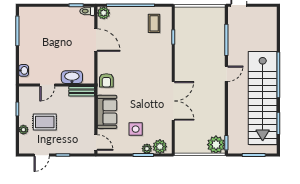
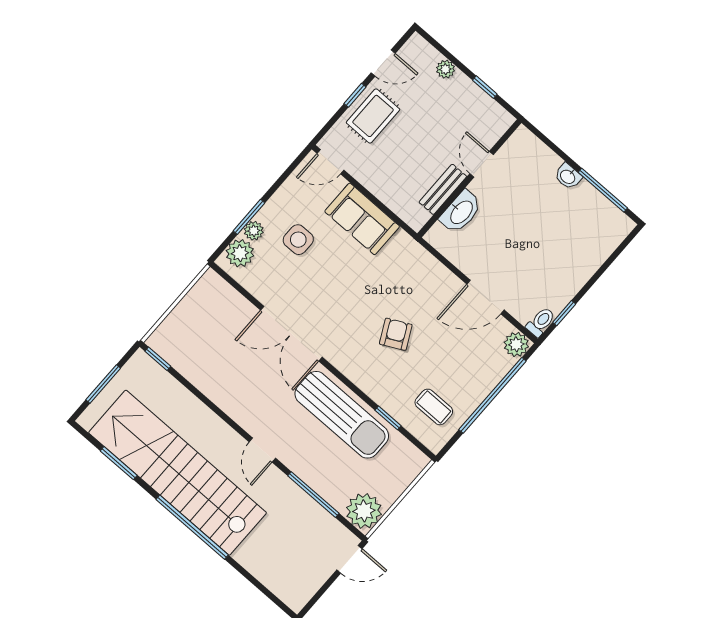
sun lounger: (187, 55) -> (342, 415), added
washbasin: (24, 70) -> (568, 176), moved
armchair: (106, 80) -> (396, 334), moved, turned 63
bench: (82, 91) -> (443, 189), moved
rug: (45, 122) -> (373, 116), moved
plant: (216, 145) -> (364, 511), moved
door: (42, 155) -> (383, 63), swing flipped

